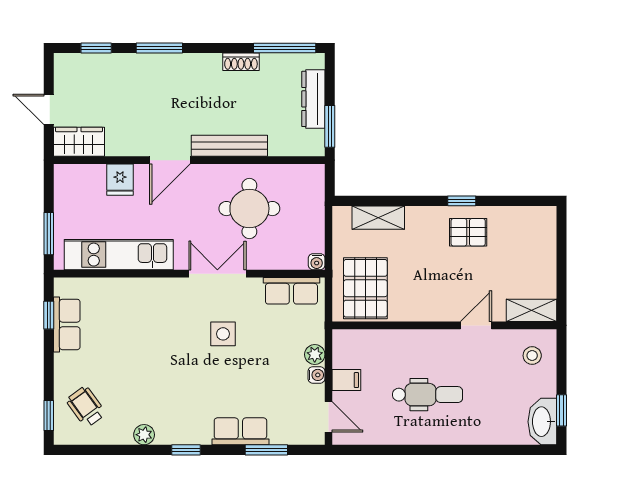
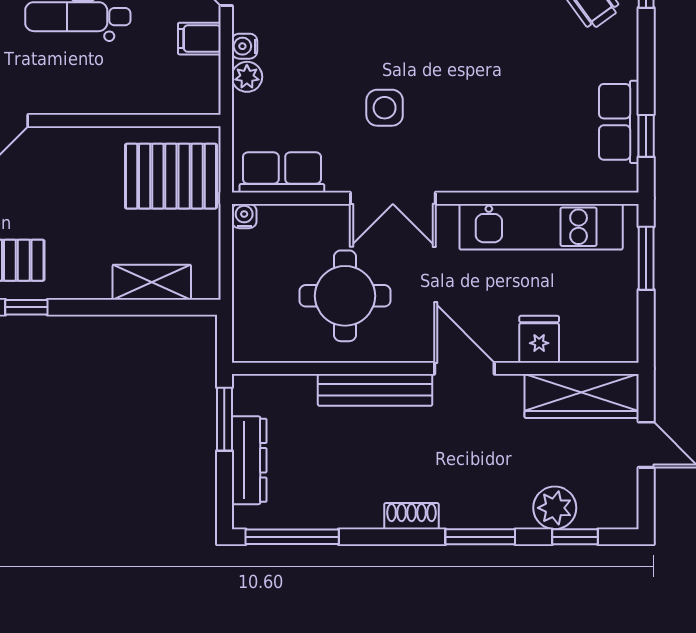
shoe rack: (241, 62) -> (412, 516), moved
plant: (110, 67) -> (555, 508), added
wardrobe: (79, 142) -> (582, 396), width x1.50
door: (170, 160) -> (464, 368), hinge flipped
pallet: (365, 288) -> (171, 176), turned 90

